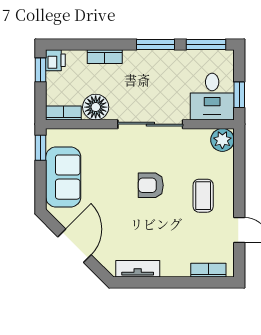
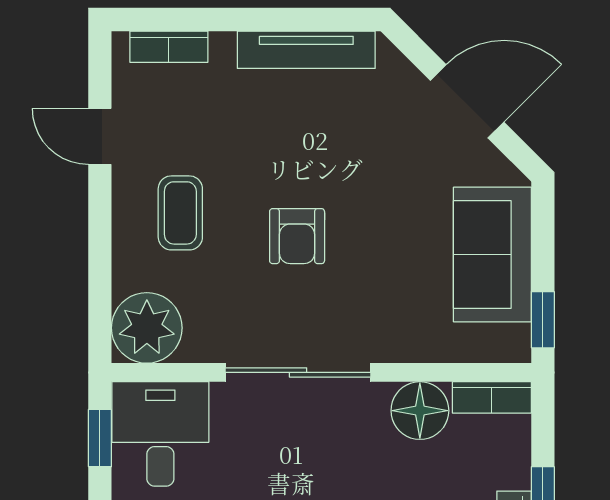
plant: (222, 140) -> (147, 328), width x1.36, depth x1.36
armchair: (151, 185) -> (297, 236), turned 90
door: (75, 246) -> (467, 101), swing flipped
tv unit: (138, 269) -> (306, 50), width x1.41

